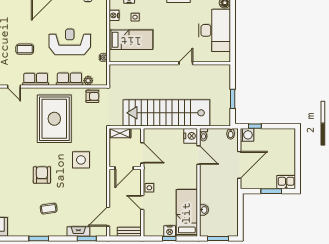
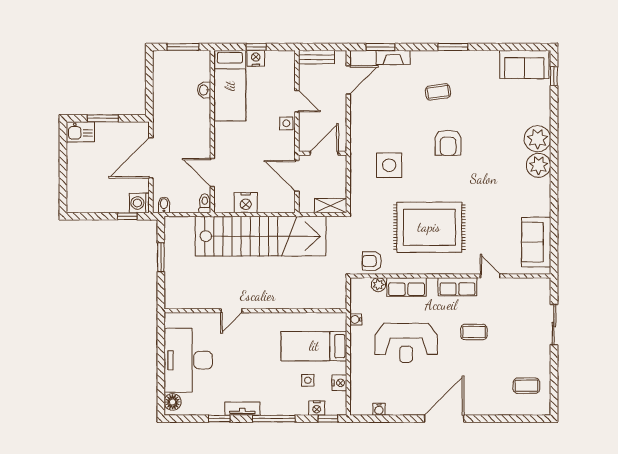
rug: (54, 119) -> (429, 227), turned 90
nightstand: (191, 136) -> (246, 203), moved, turned -90

